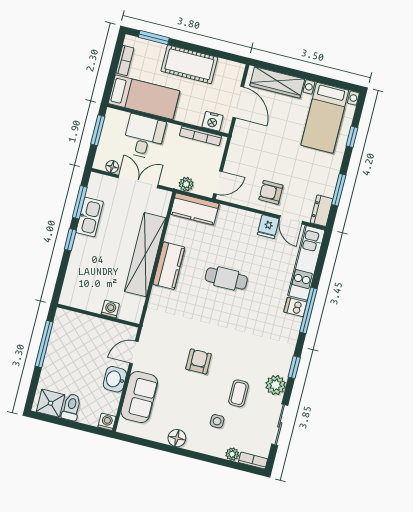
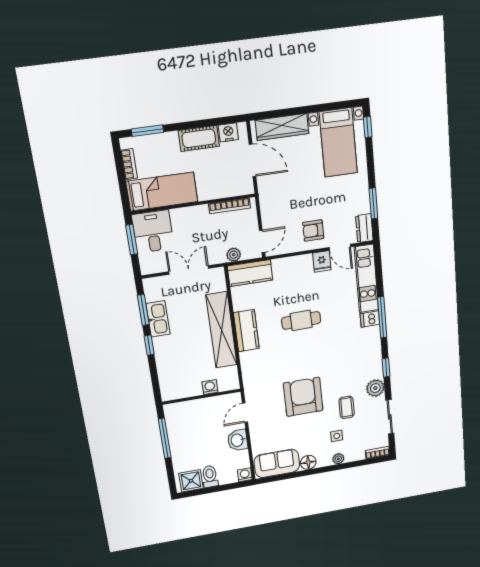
cot: (189, 64) -> (199, 138), width x0.73, depth x0.75
nightstand: (213, 121) -> (228, 132), moved, turned 180
desk: (144, 137) -> (153, 232), moved
window: (352, 137) -> (368, 127), moved
floor lamp: (112, 167) -> (159, 267), removed
armchair: (199, 361) -> (303, 397), width x1.88, depth x1.88
sofa: (139, 397) -> (277, 463), moved, turned -90
plant: (232, 454) -> (338, 459), moved

